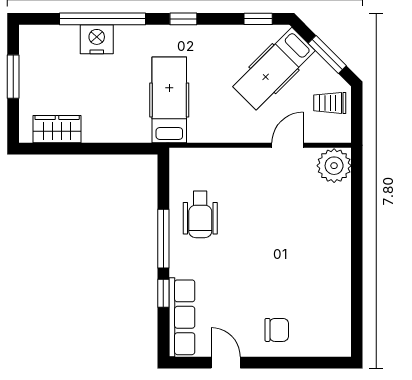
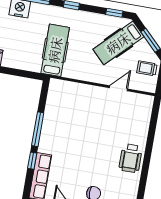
plant: (334, 166) -> (143, 105), removed
wheelchair: (200, 214) -> (131, 158), moved

